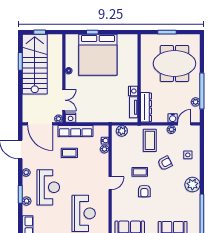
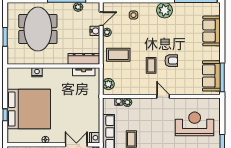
nightstand: (133, 91) -> (37, 72), moved
door: (184, 124) -> (101, 19), swing flipped
armchair: (165, 163) -> (142, 39), removed

